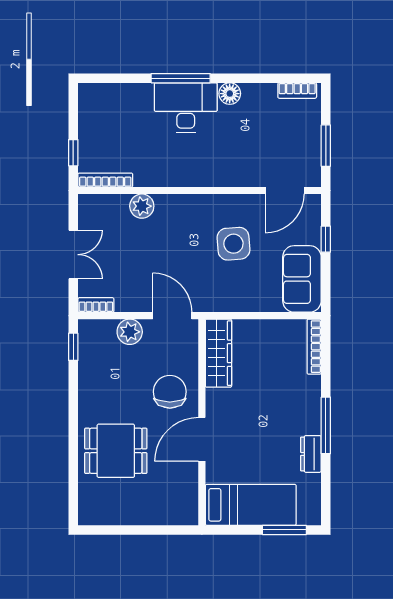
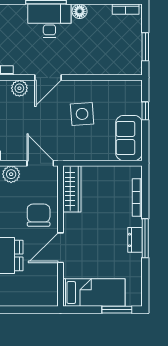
door: (285, 191) -> (48, 78), moved
bookcase: (314, 347) -> (137, 198), moved
dresser: (311, 454) -> (135, 240), moved

